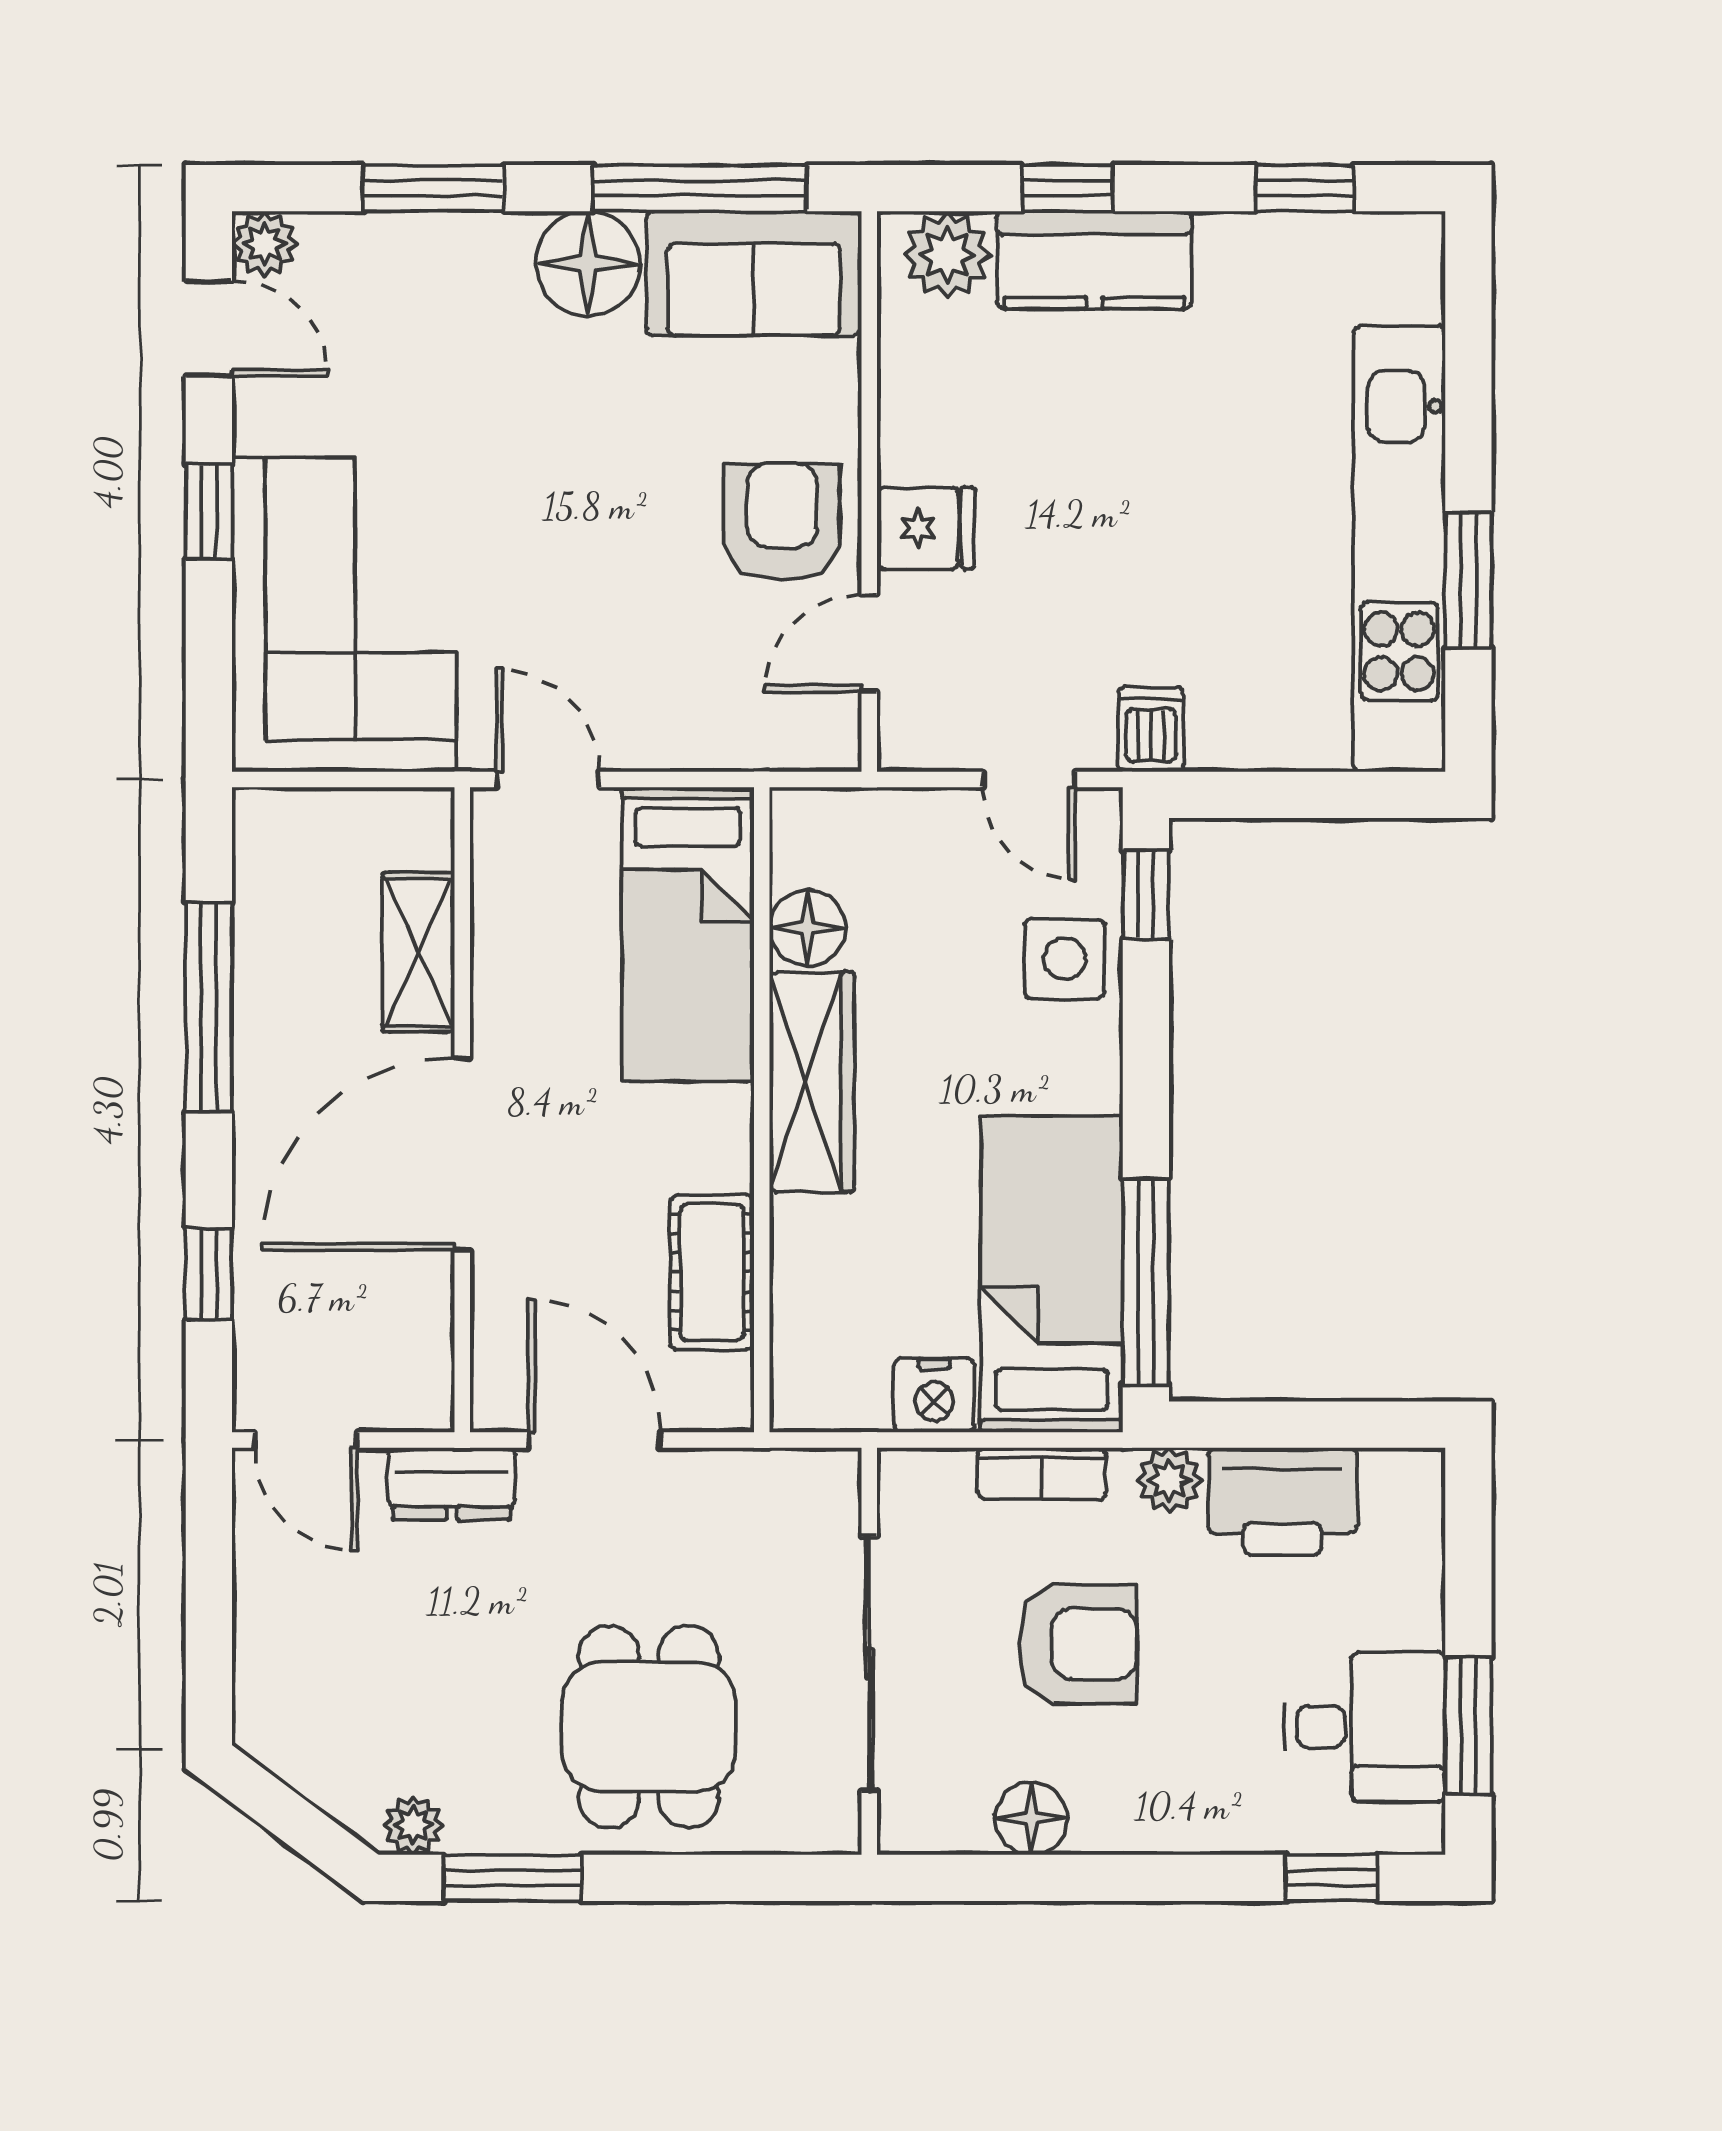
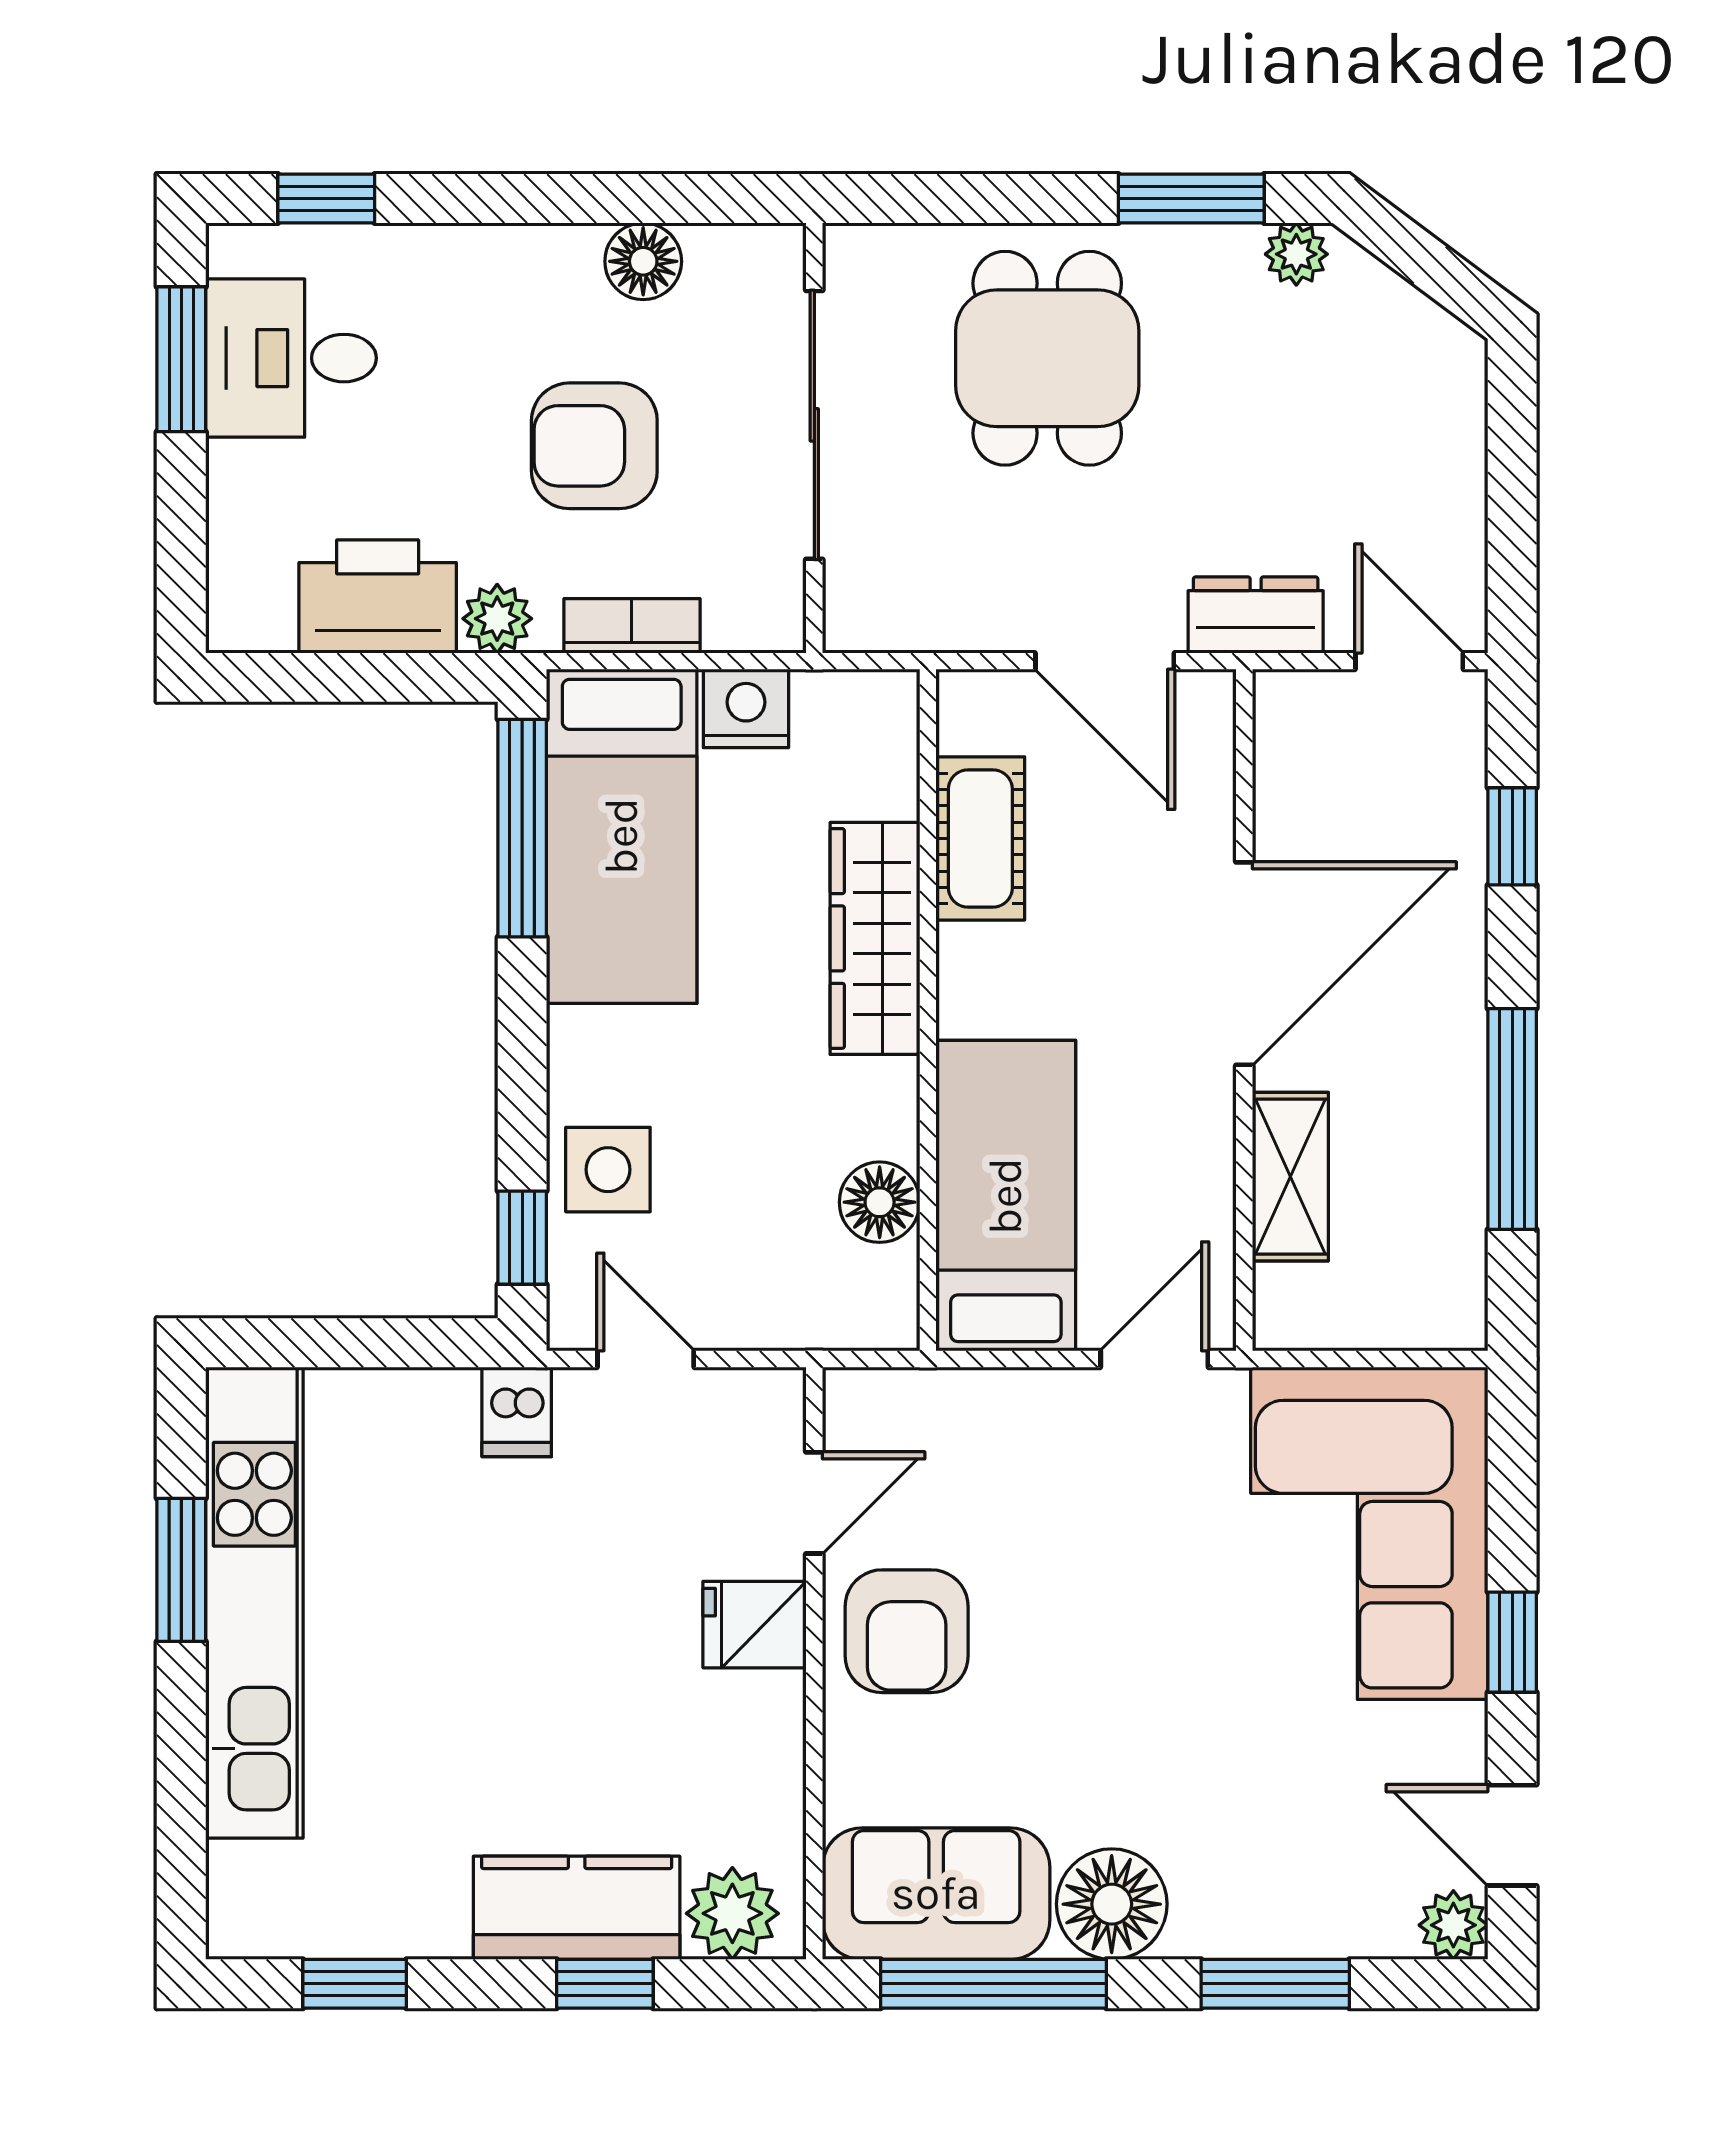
door: (547, 780) -> (1154, 1359), swing flipped
wardrobe: (812, 1082) -> (875, 938), moved

